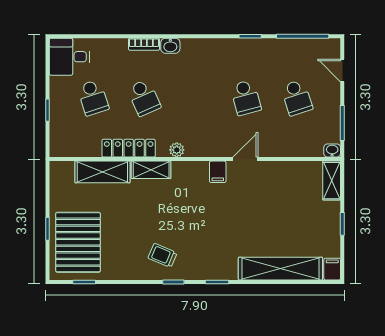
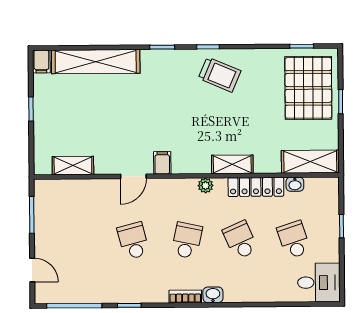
bookcase: (144, 44) -> (185, 297), moved
school desk: (297, 98) -> (187, 240), moved, turned 30
washbasin: (332, 150) -> (295, 184), moved
shelving: (102, 172) -> (310, 162), moved
shelving: (332, 181) -> (73, 166), moved, turned 90
trolley: (163, 255) -> (220, 75), width x1.36, depth x1.39

